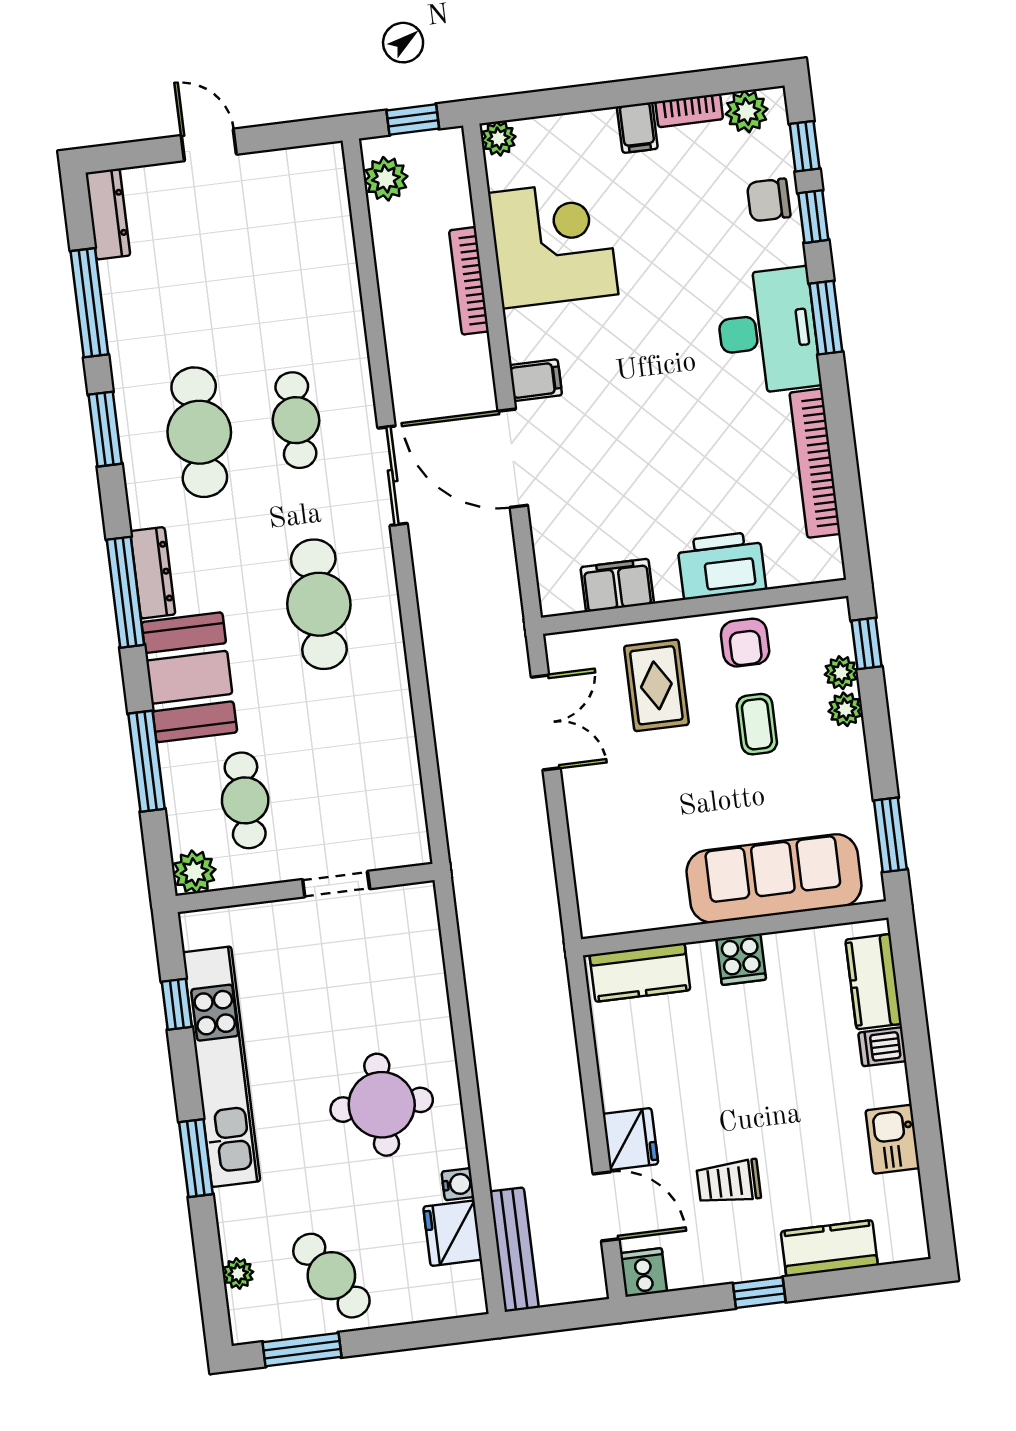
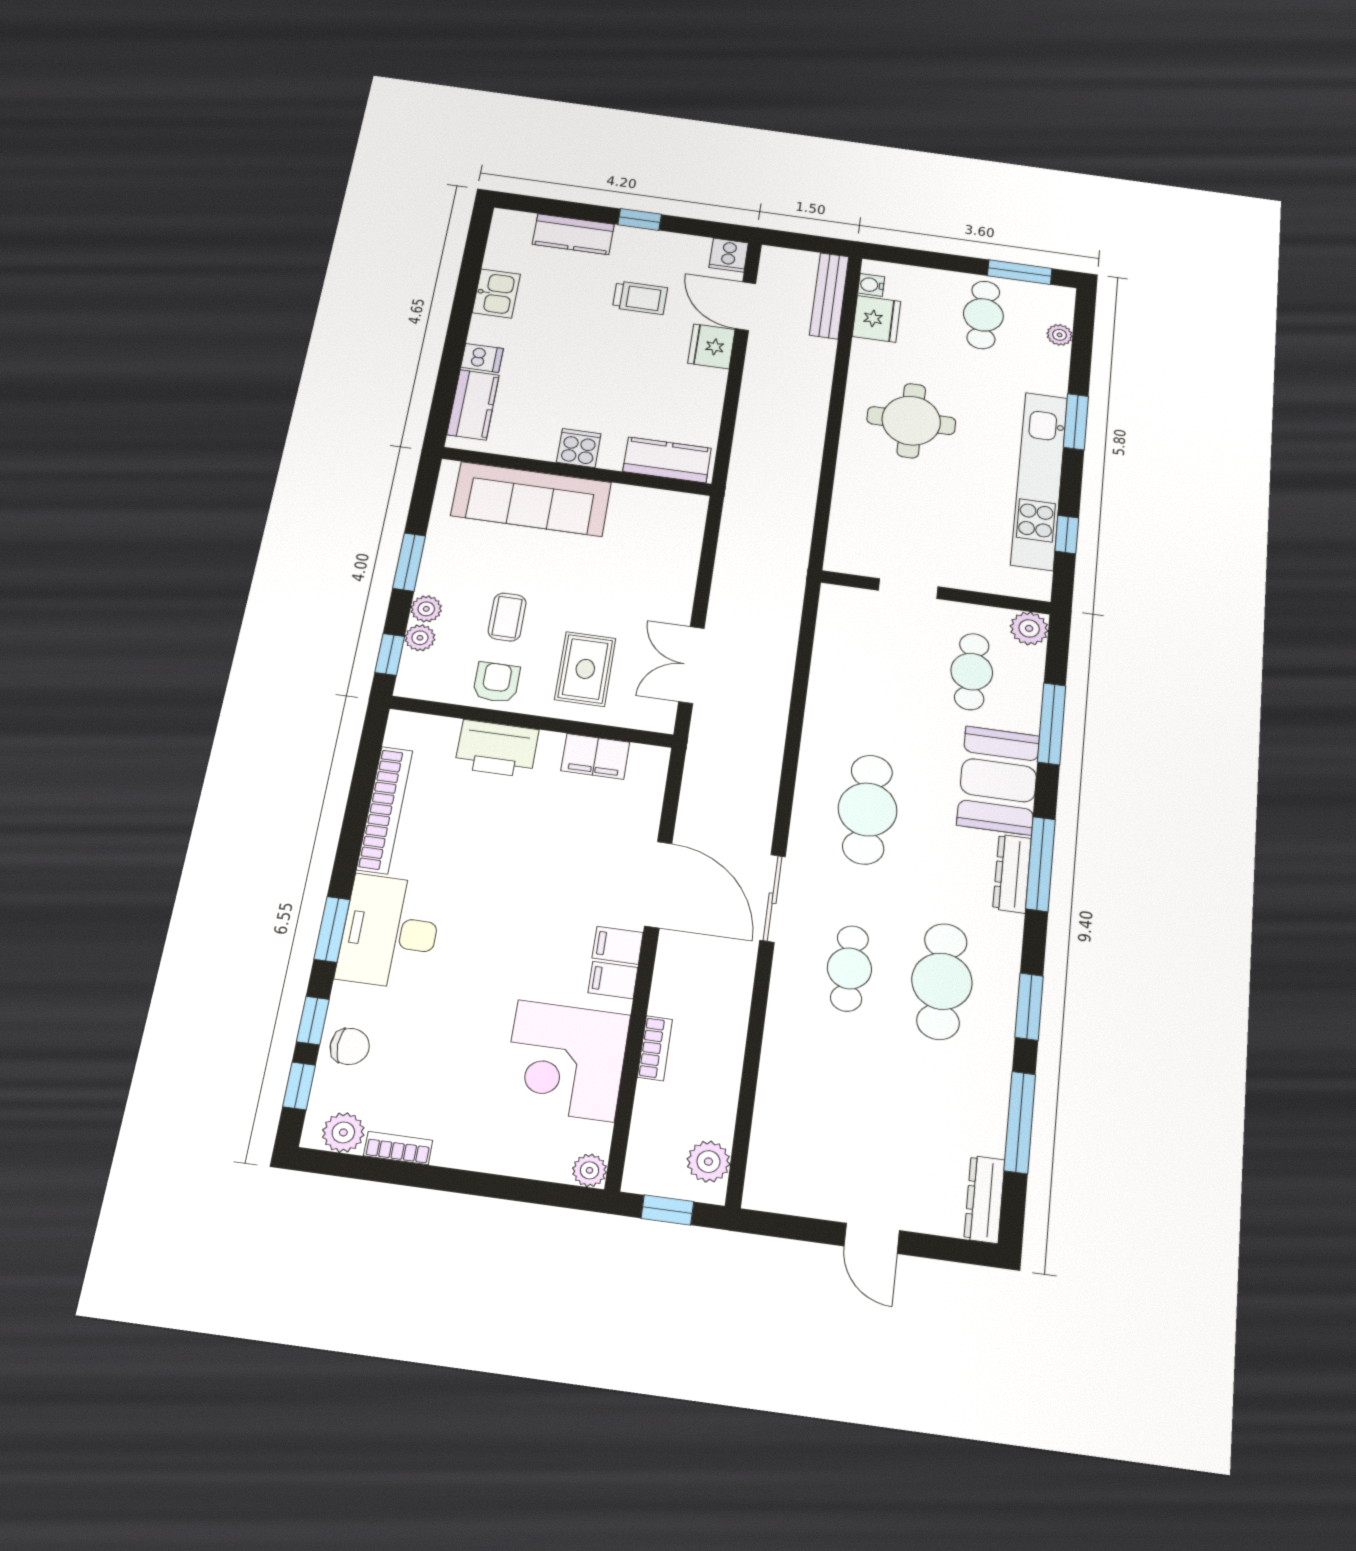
filing cabinet: (637, 128) -> (613, 980), moved, turned -90
bookcase: (469, 281) -> (655, 1048), width x0.64
window: (890, 835) -> (409, 562), moved
water cooler: (458, 1184) -> (871, 285), moved
cafe table: (331, 1276) -> (983, 315), turned 33

